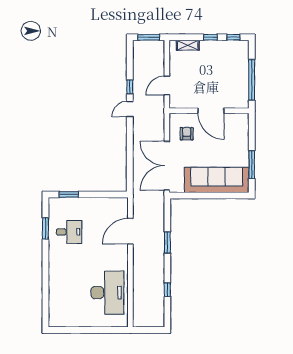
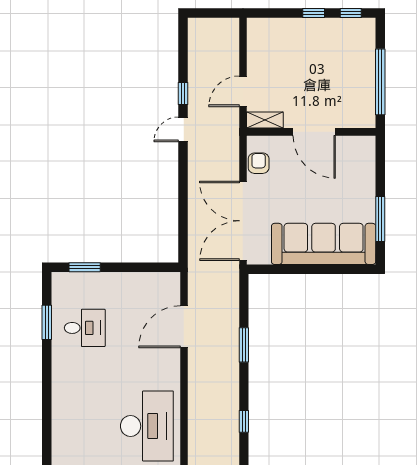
window: (149, 37) -> (214, 13), removed
shelving: (188, 45) -> (265, 120), moved
armchair: (187, 134) -> (259, 163), moved

